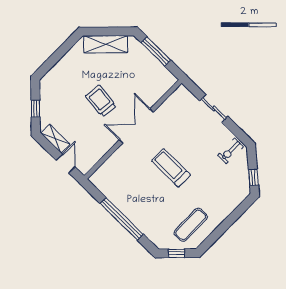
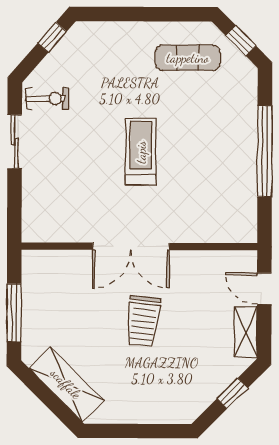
sliding door: (214, 109) -> (15, 142), moved
door: (66, 164) -> (264, 289), hinge flipped
treadmill: (171, 168) -> (141, 152), turned 180

